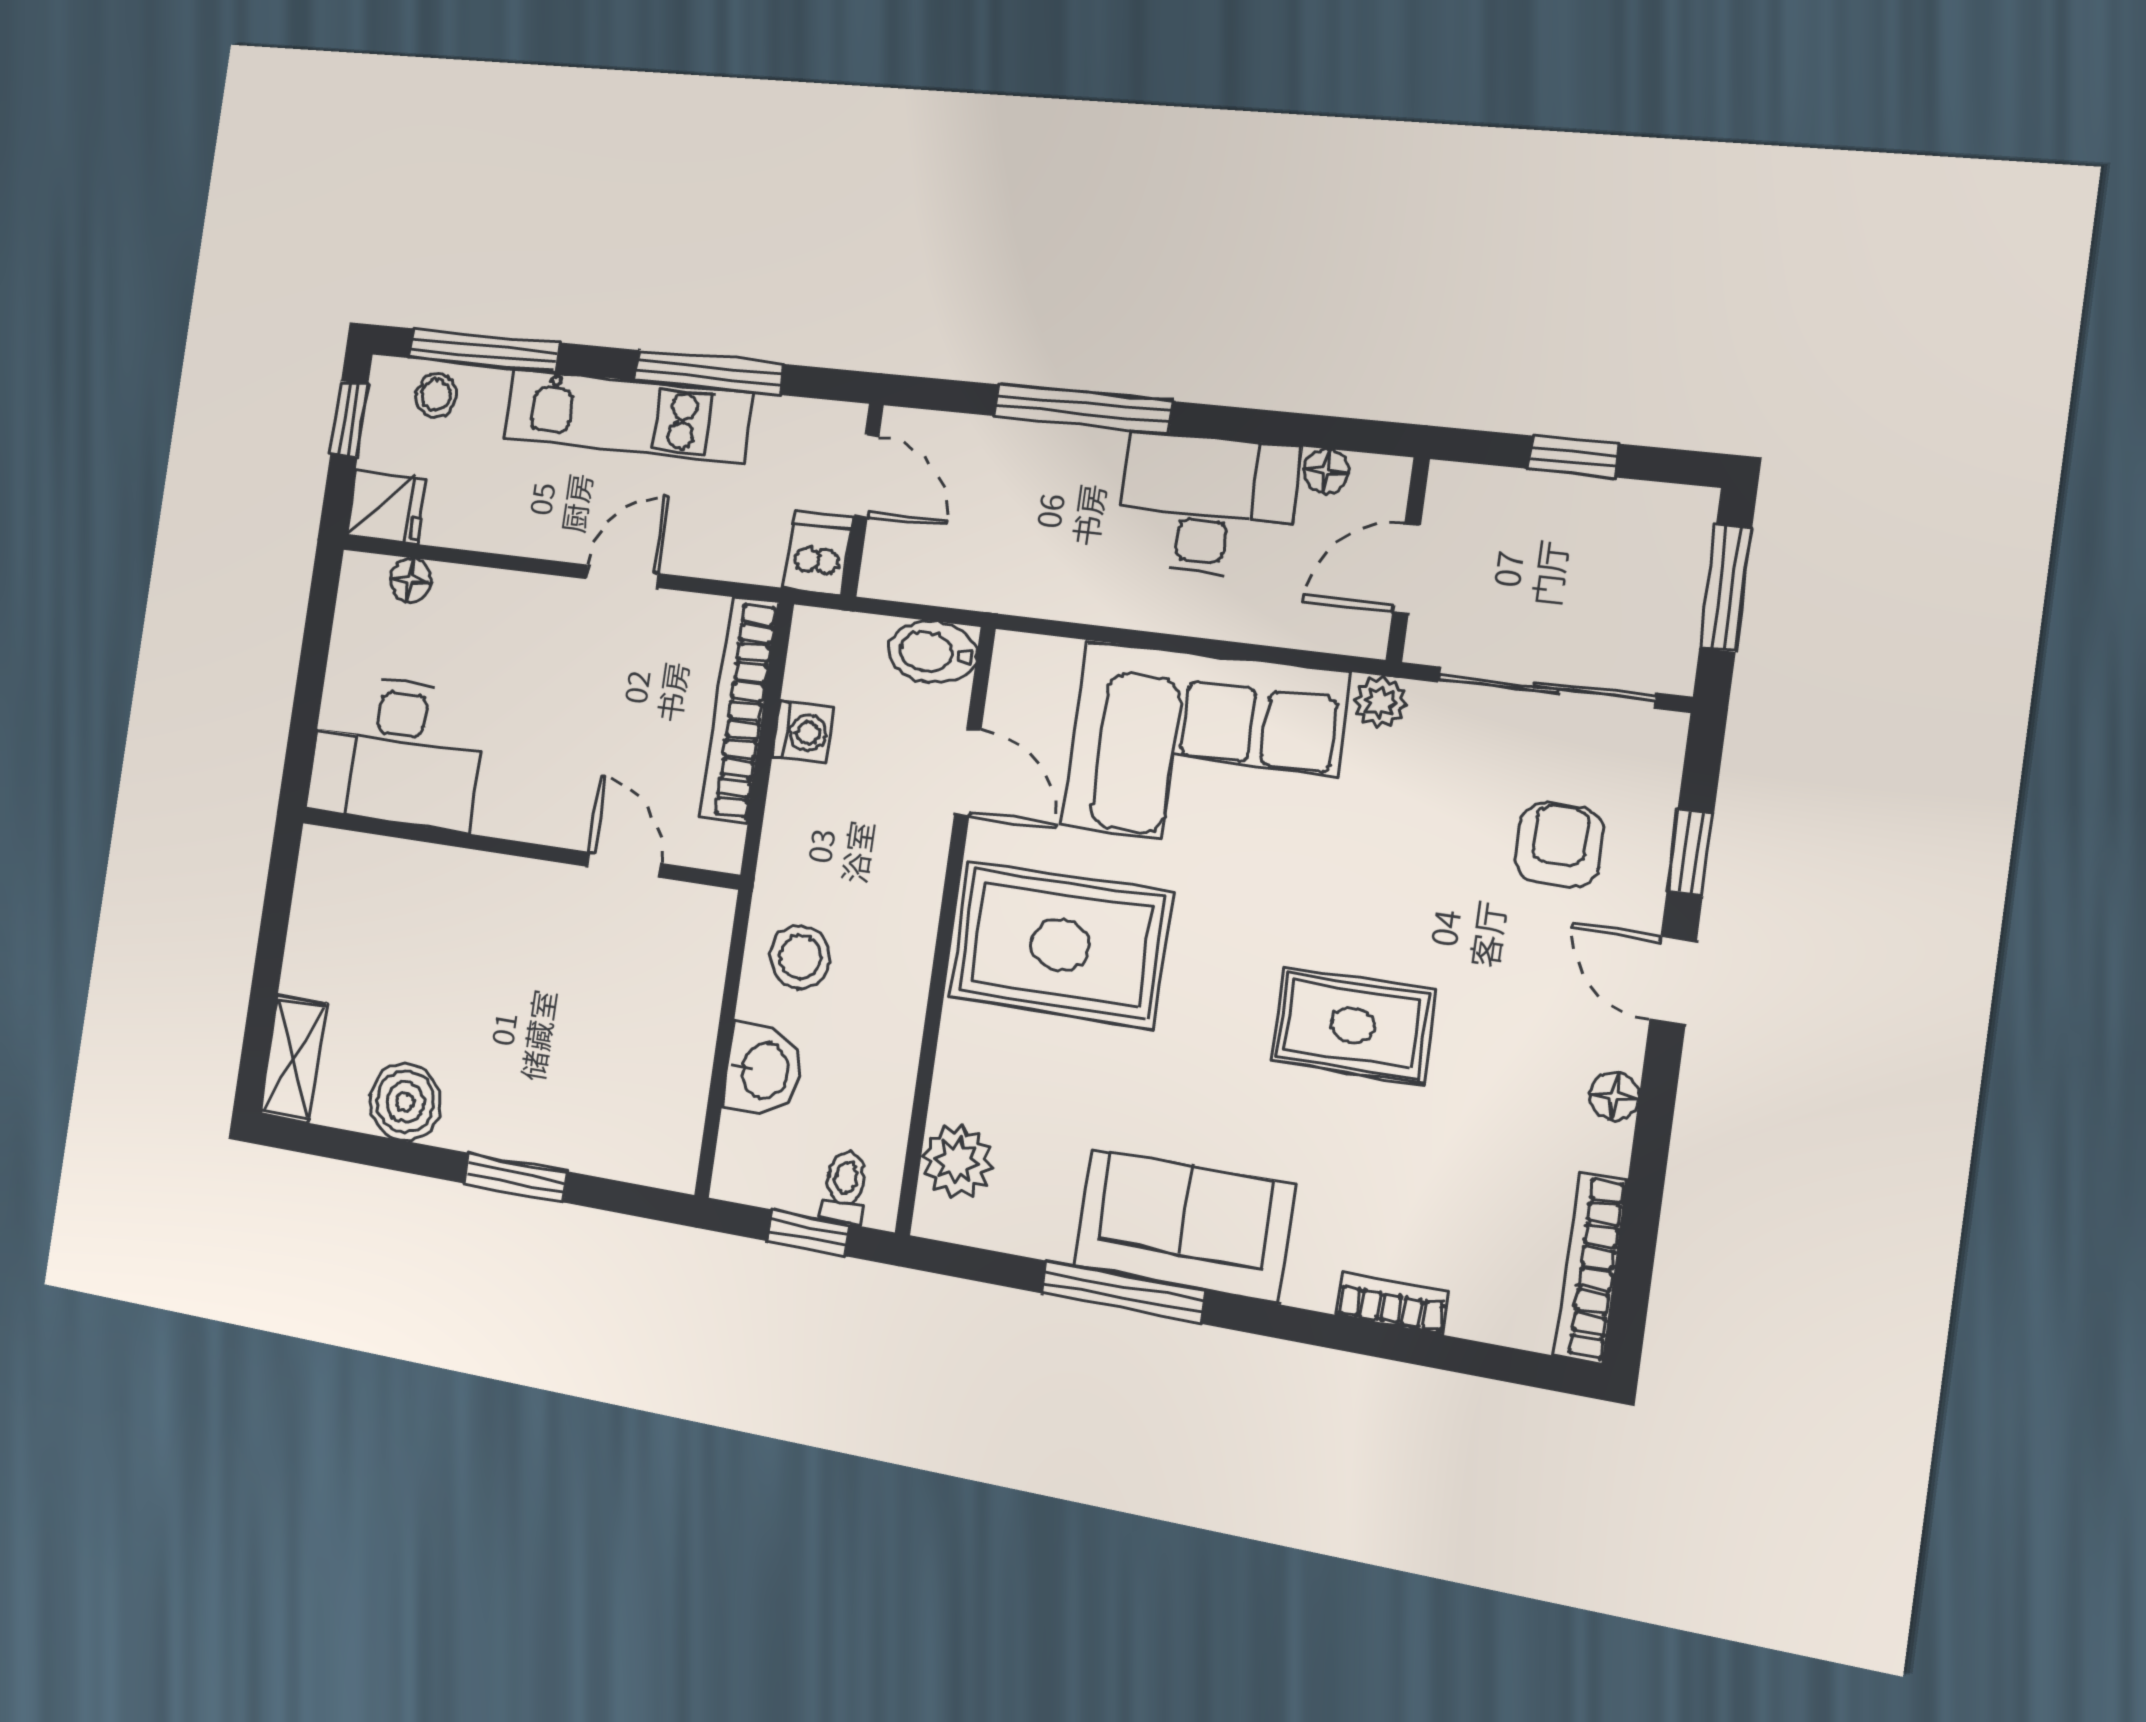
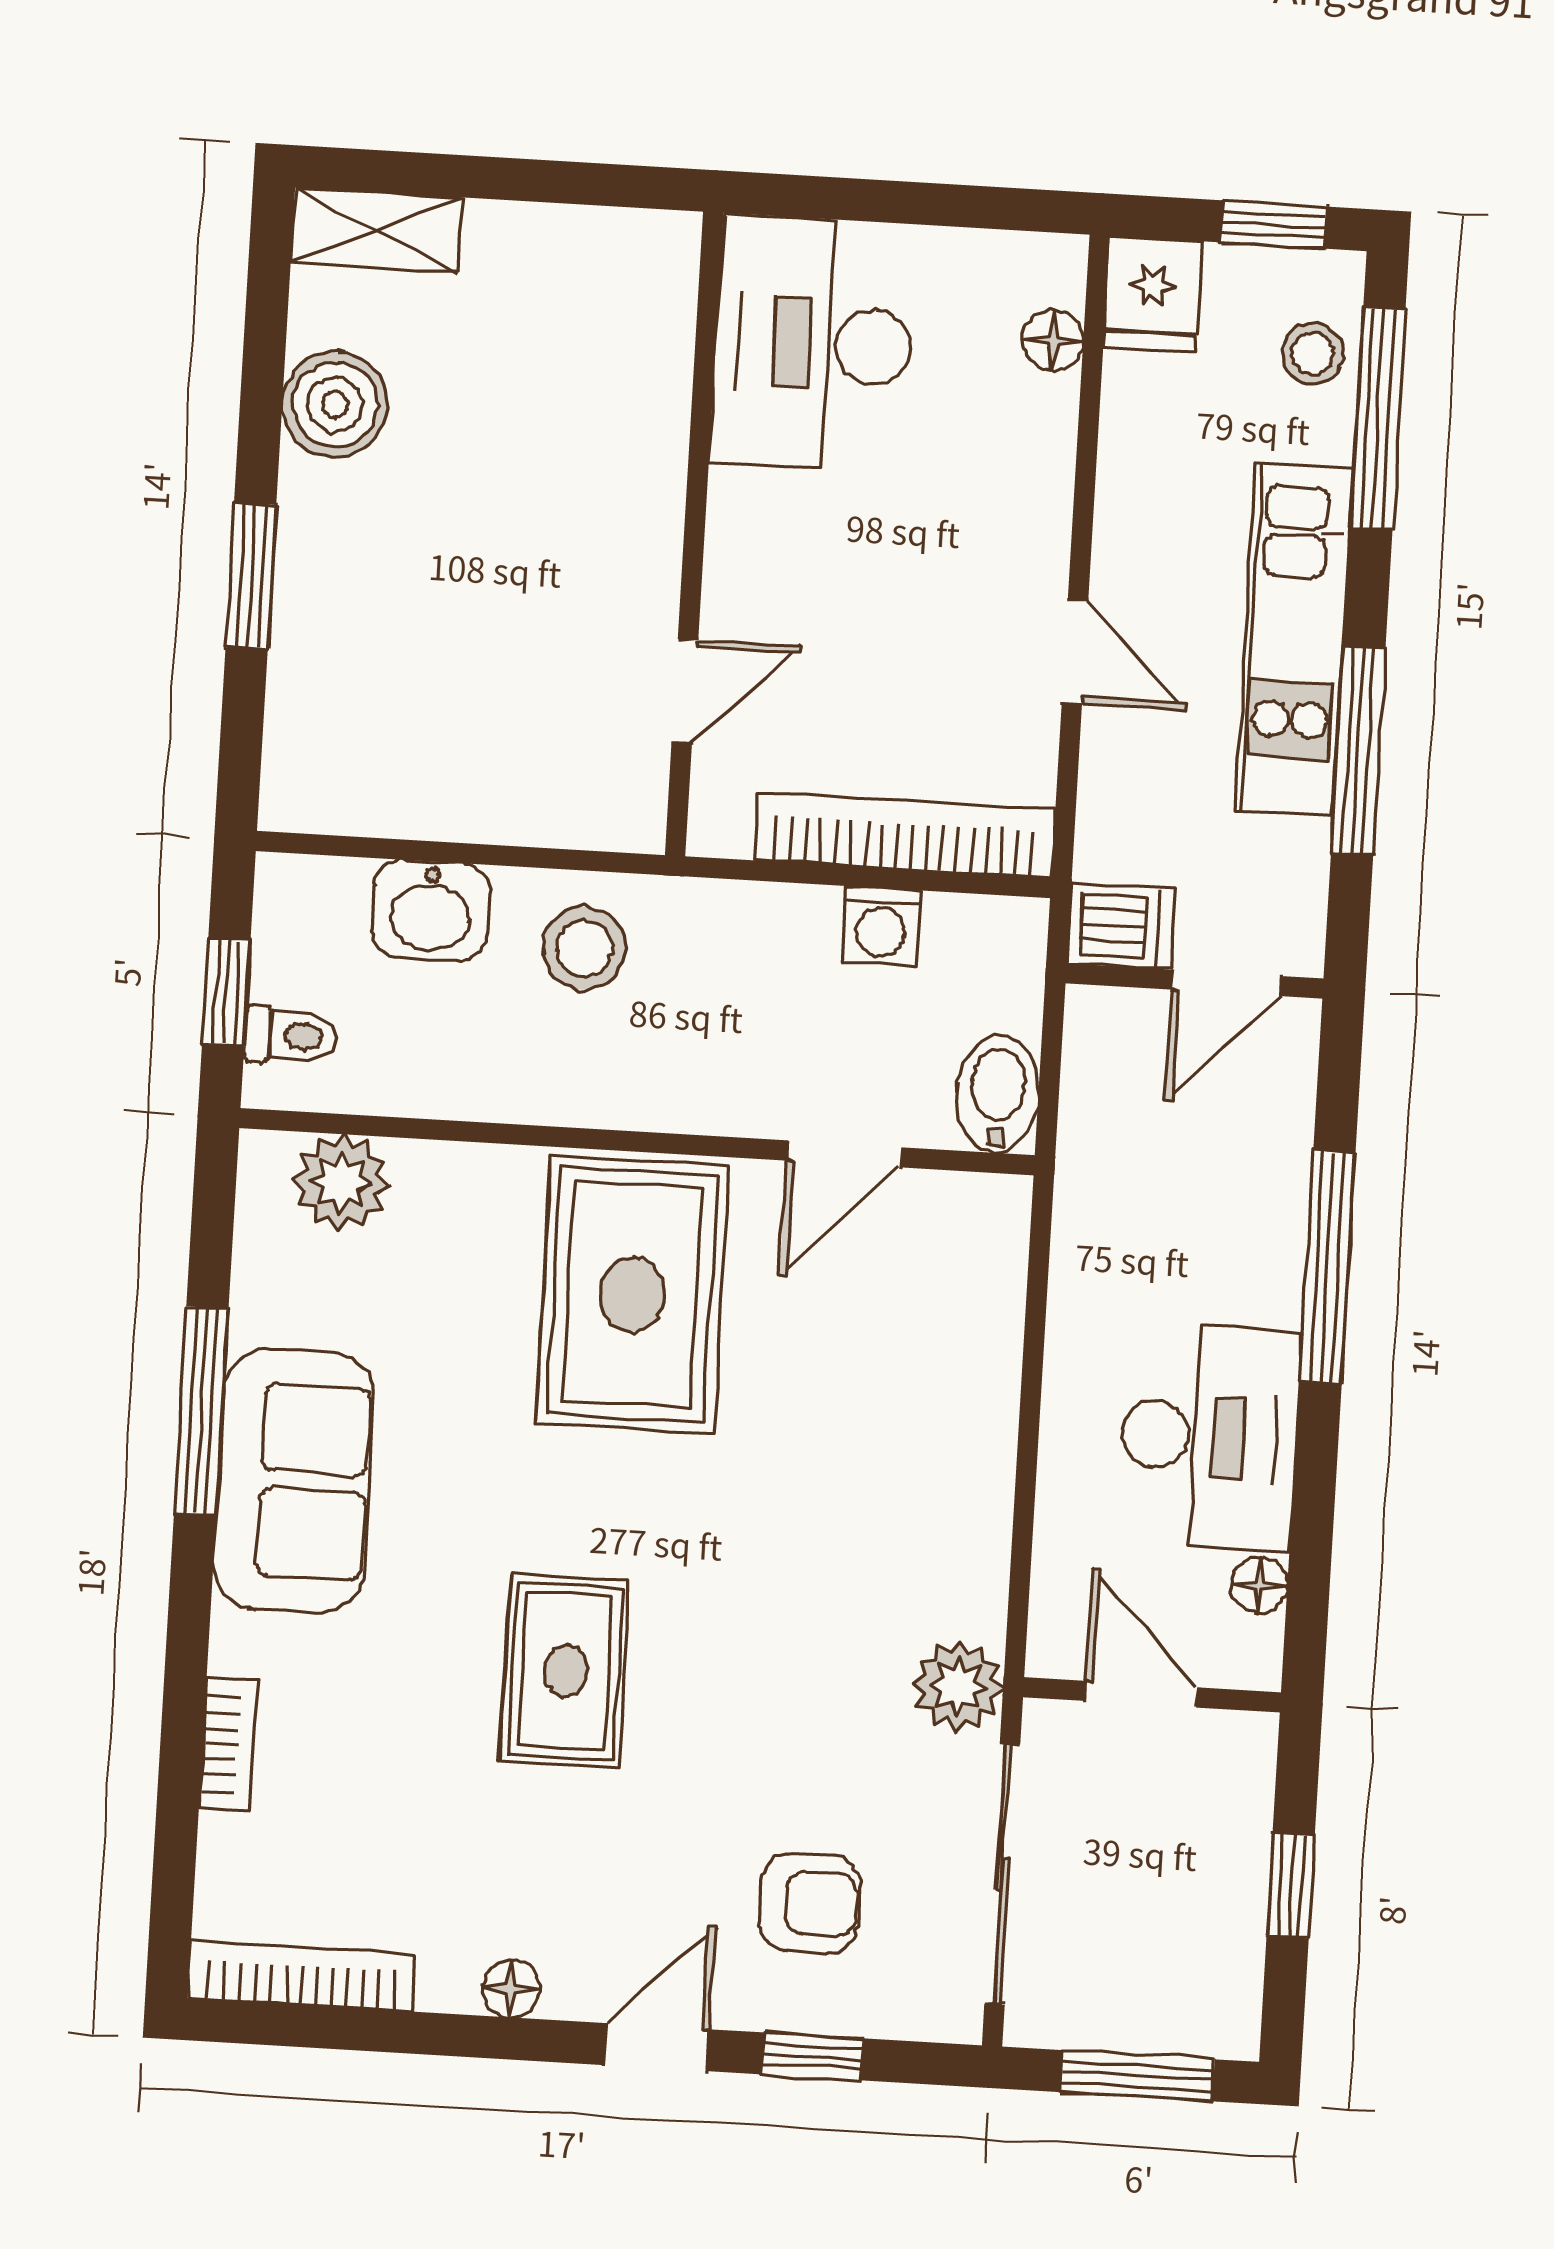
plant: (1380, 702) -> (958, 1686), width x1.38, depth x1.38
corner sofa: (1205, 750) -> (896, 1461), removed

